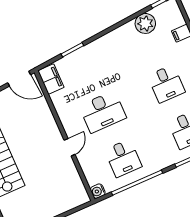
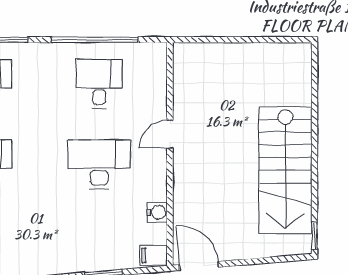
filing cabinet: (51, 79) -> (153, 255), width x0.50
water cooler: (98, 191) -> (157, 212), moved

